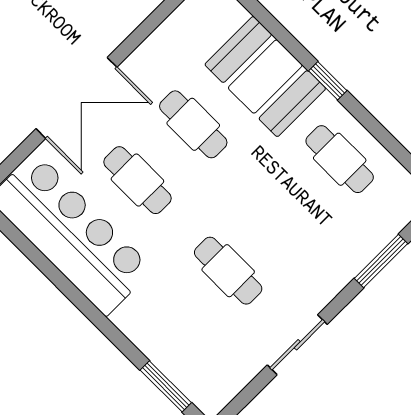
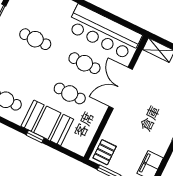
window: (328, 81) -> (35, 136), moved

